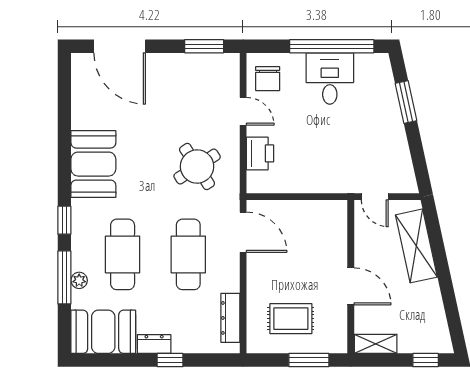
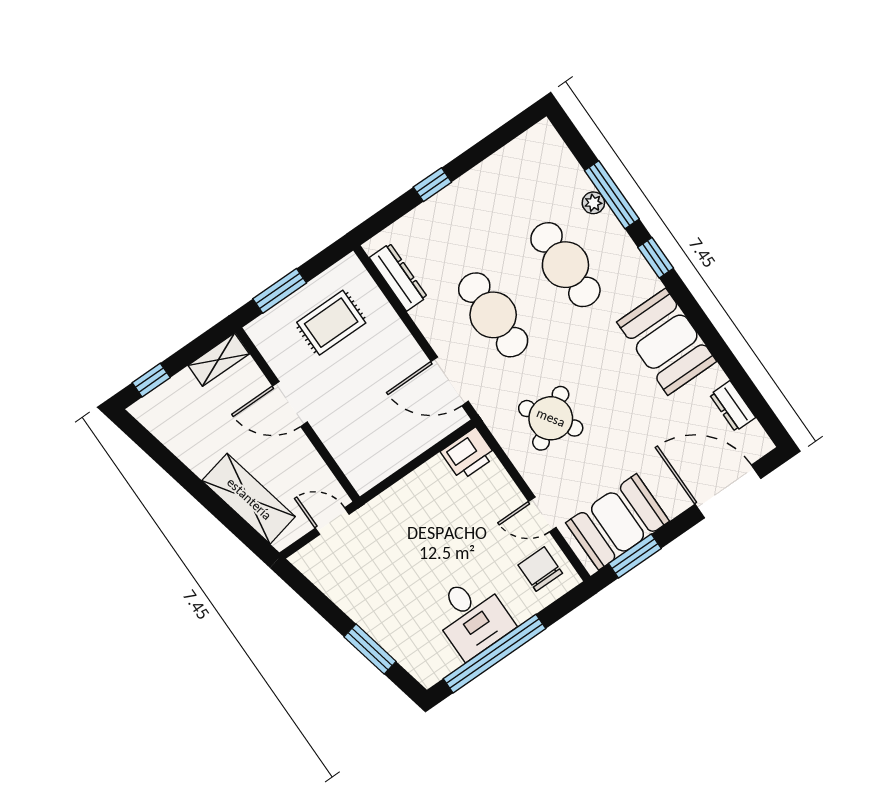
printer: (260, 153) -> (468, 454), moved, turned -90
booth: (103, 332) -> (618, 522), moved
dresser: (154, 344) -> (733, 406), moved, turned 90

